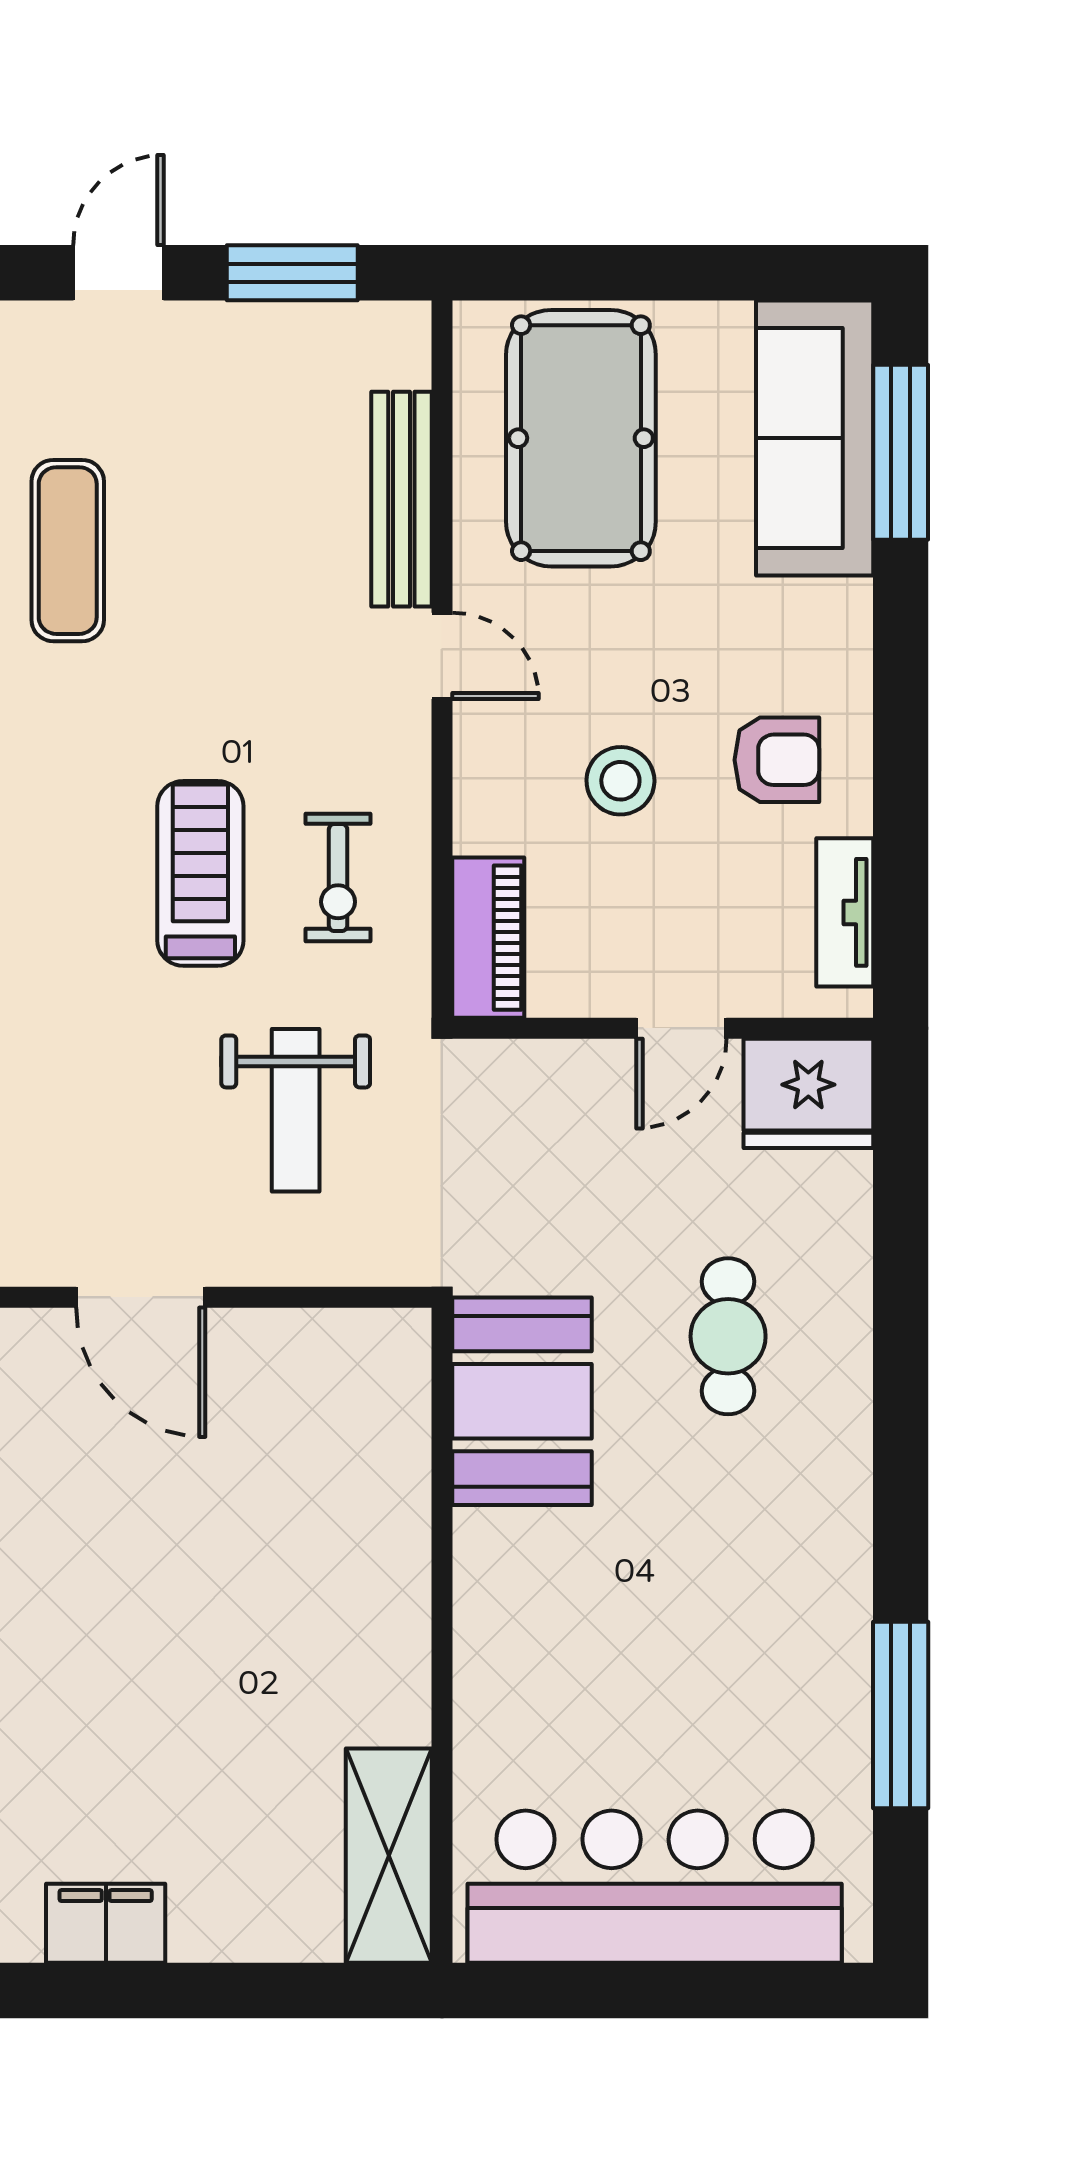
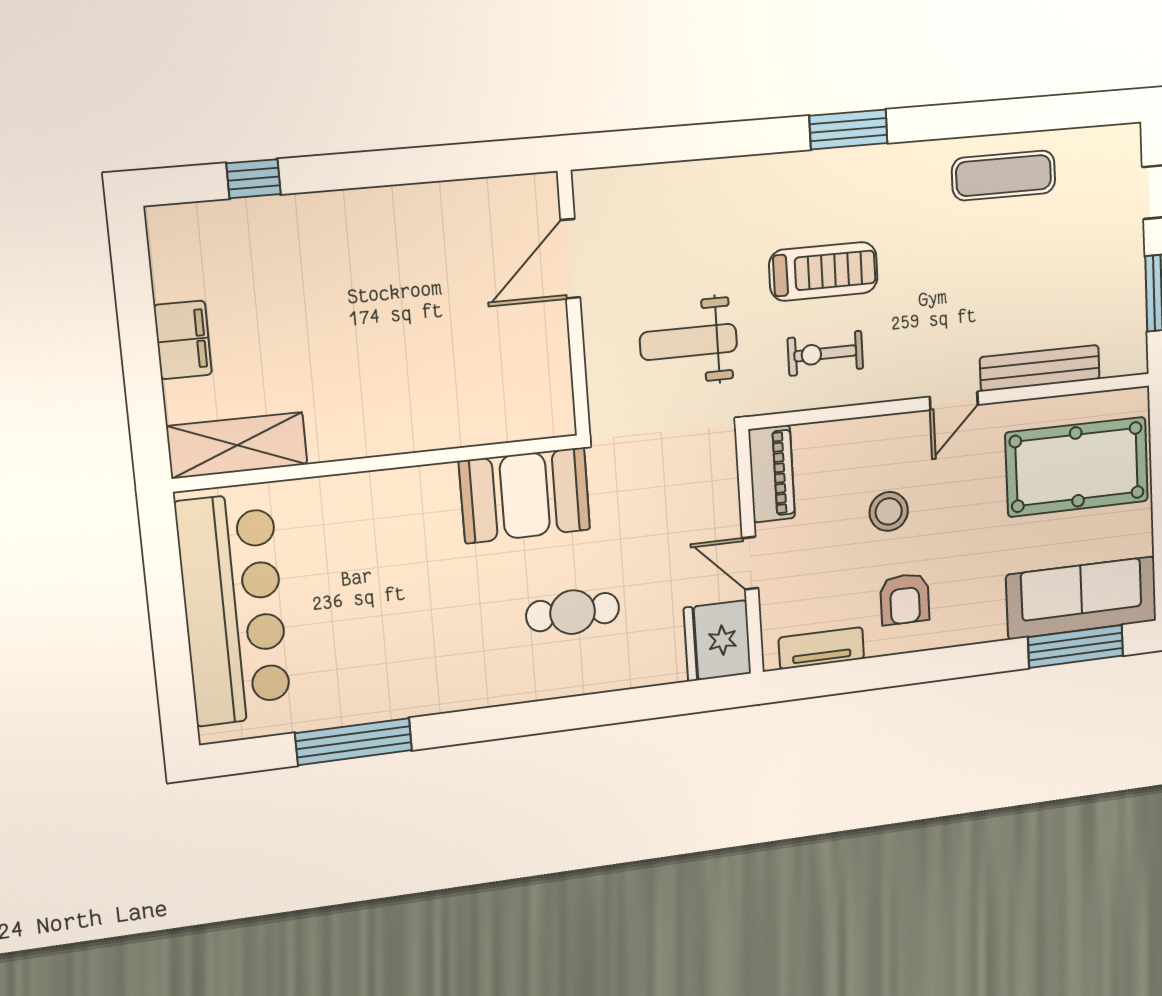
piano: (488, 938) -> (772, 474), moved, turned -90
filing cabinet: (106, 1923) -> (183, 340), moved

